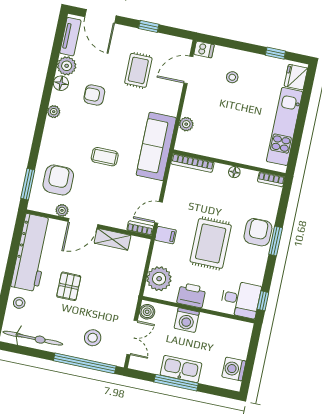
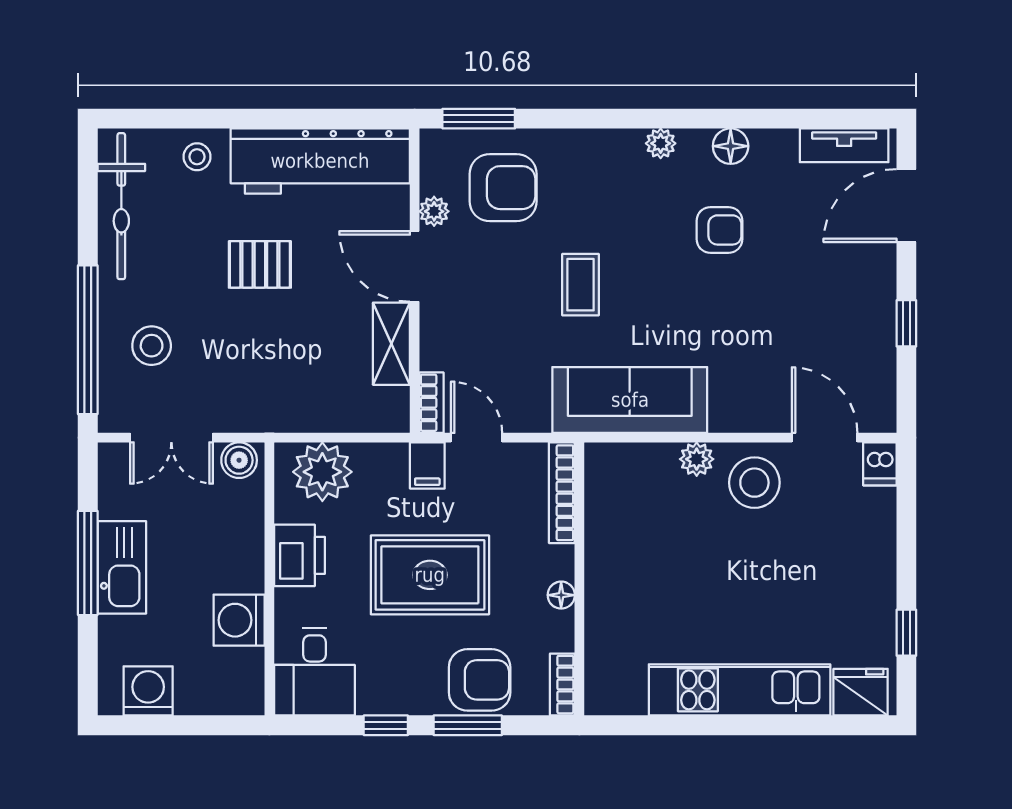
plant: (67, 66) -> (774, 151), removed
rug: (138, 70) -> (799, 321), removed
stool: (232, 77) -> (754, 483), moved, width x1.89, depth x1.89
armchair: (94, 95) -> (719, 230), turned 90
bookcase: (192, 163) -> (562, 493), moved
wall: (229, 163) -> (579, 579), moved
floor lamp: (234, 172) -> (561, 595), moved
bookcase: (271, 179) -> (562, 685), moved
window: (263, 301) -> (386, 725), moved
washing machine: (187, 320) -> (239, 620), moved

